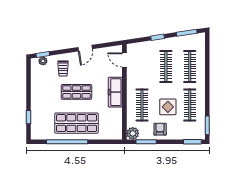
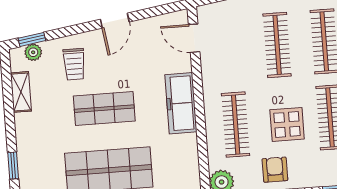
shelving: (35, 80) -> (21, 92), added

